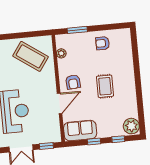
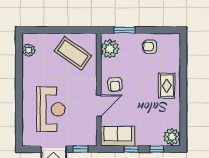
plant: (61, 53) -> (110, 49), width x1.88, depth x1.88
rug: (105, 86) -> (167, 86), moved

